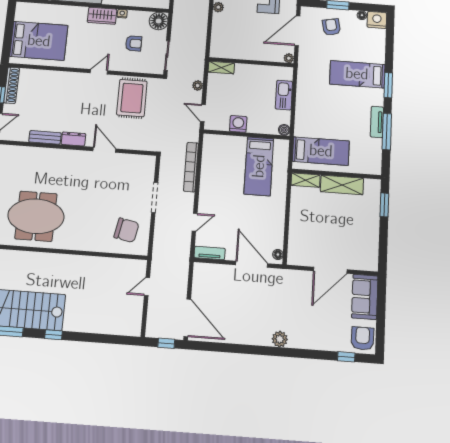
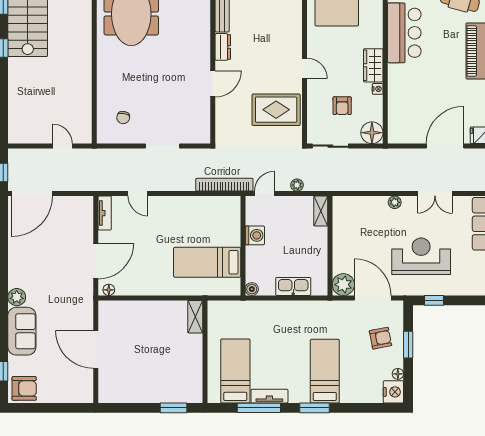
plant: (289, 58) -> (343, 285), width x1.88, depth x1.88
bed: (321, 151) -> (235, 371), moved, turned 180
bookcase: (191, 167) -> (224, 185), moved
shelving: (342, 185) -> (193, 359), removed
chair: (126, 230) -> (123, 118), width x0.54, depth x0.54
sofa: (365, 297) -> (22, 331), moved, turned 90

